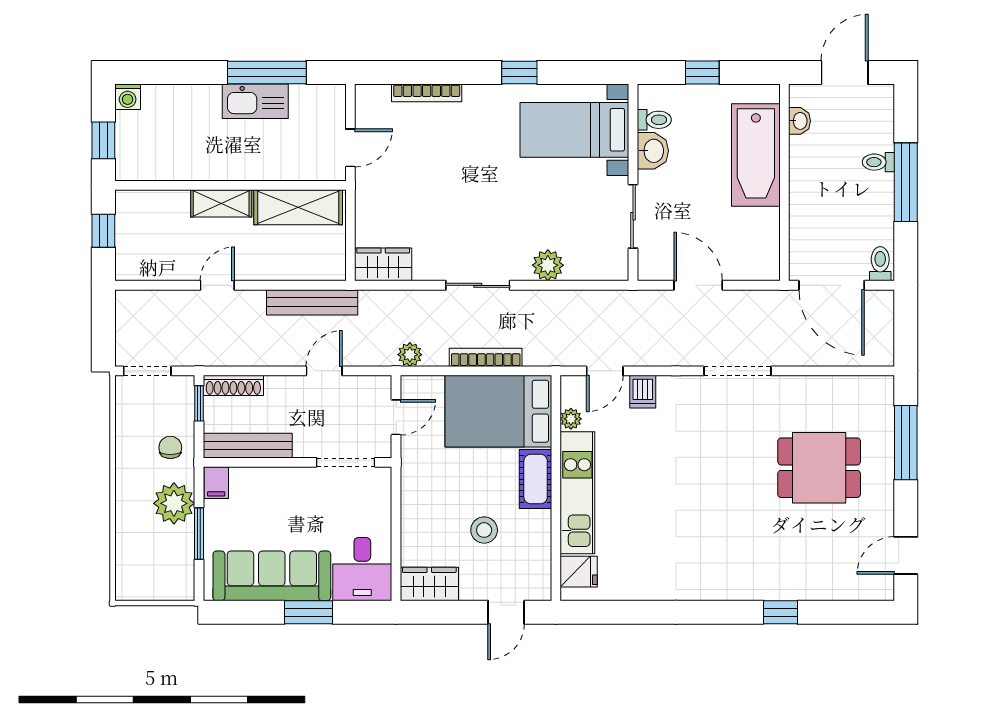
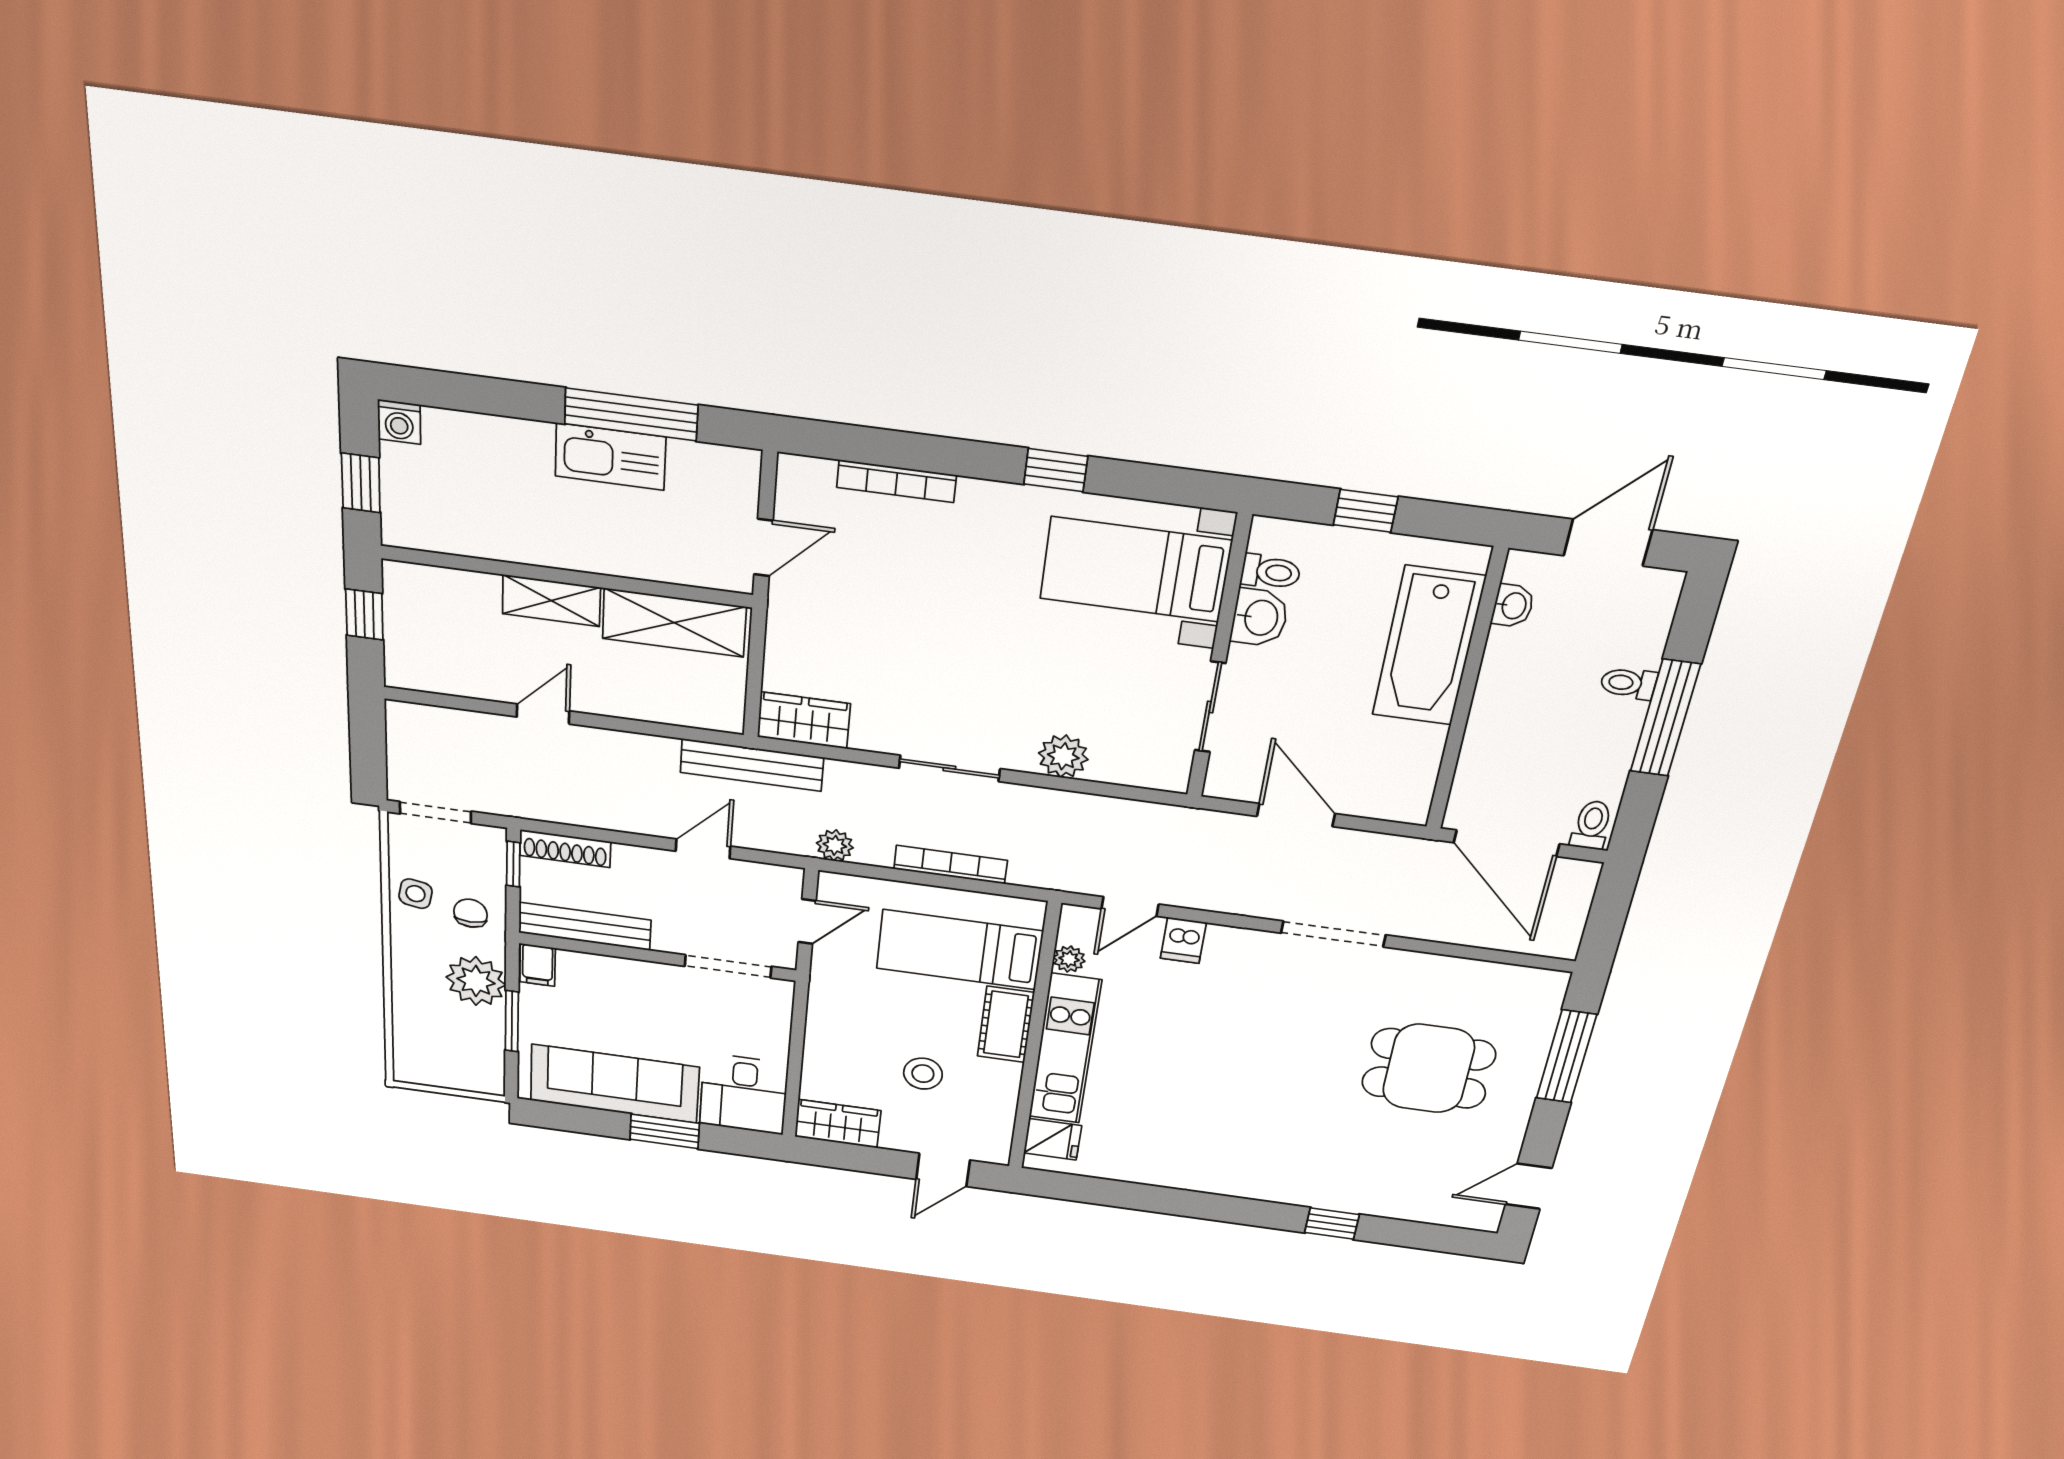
bench: (312, 302) -> (752, 765), moved
bed: (498, 411) -> (960, 950), width x0.67
side table: (133, 438) -> (415, 894), added

